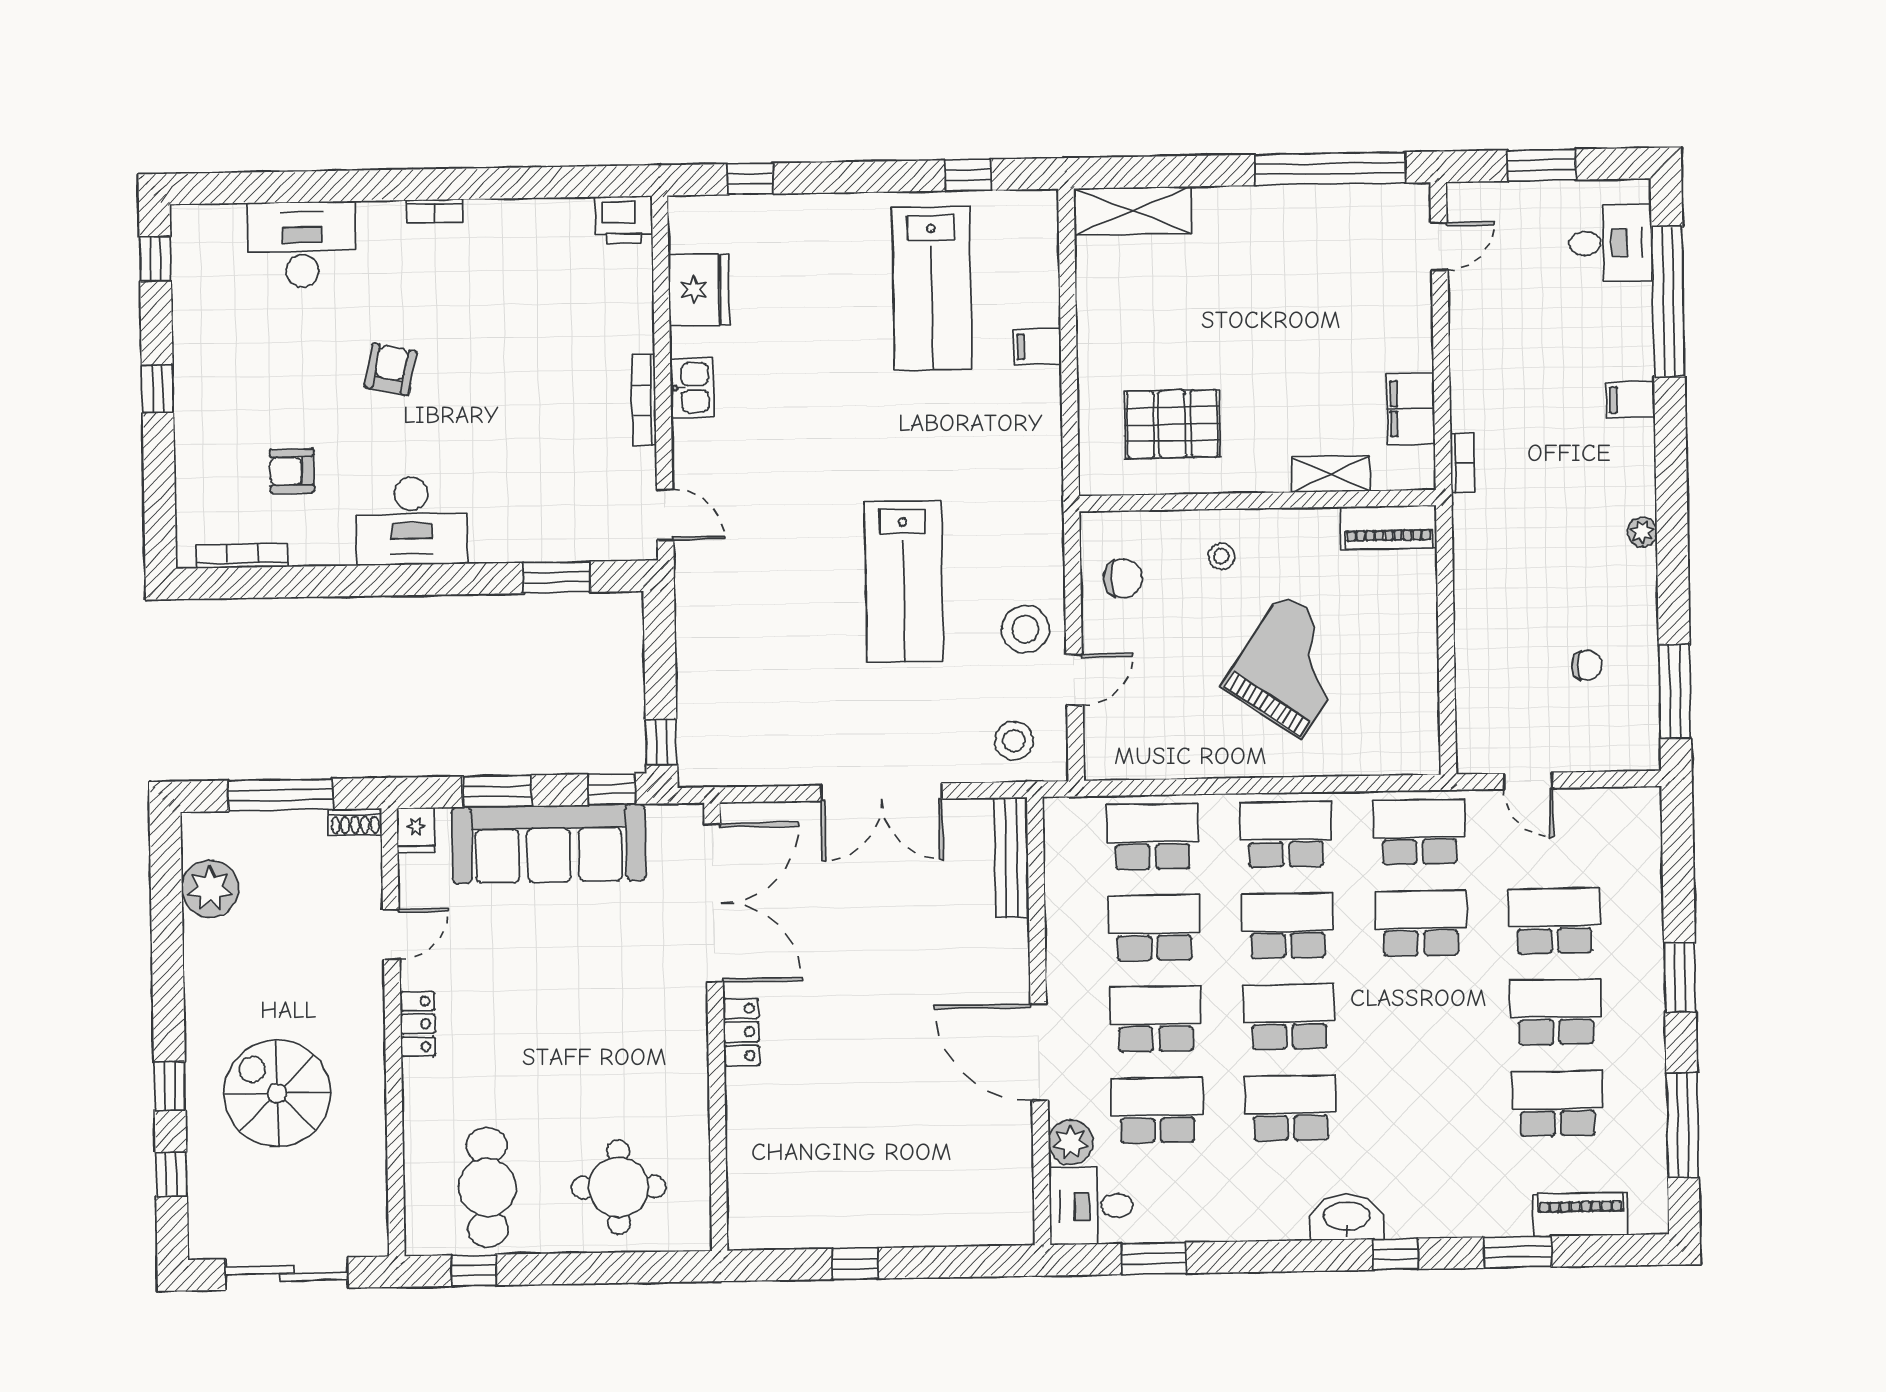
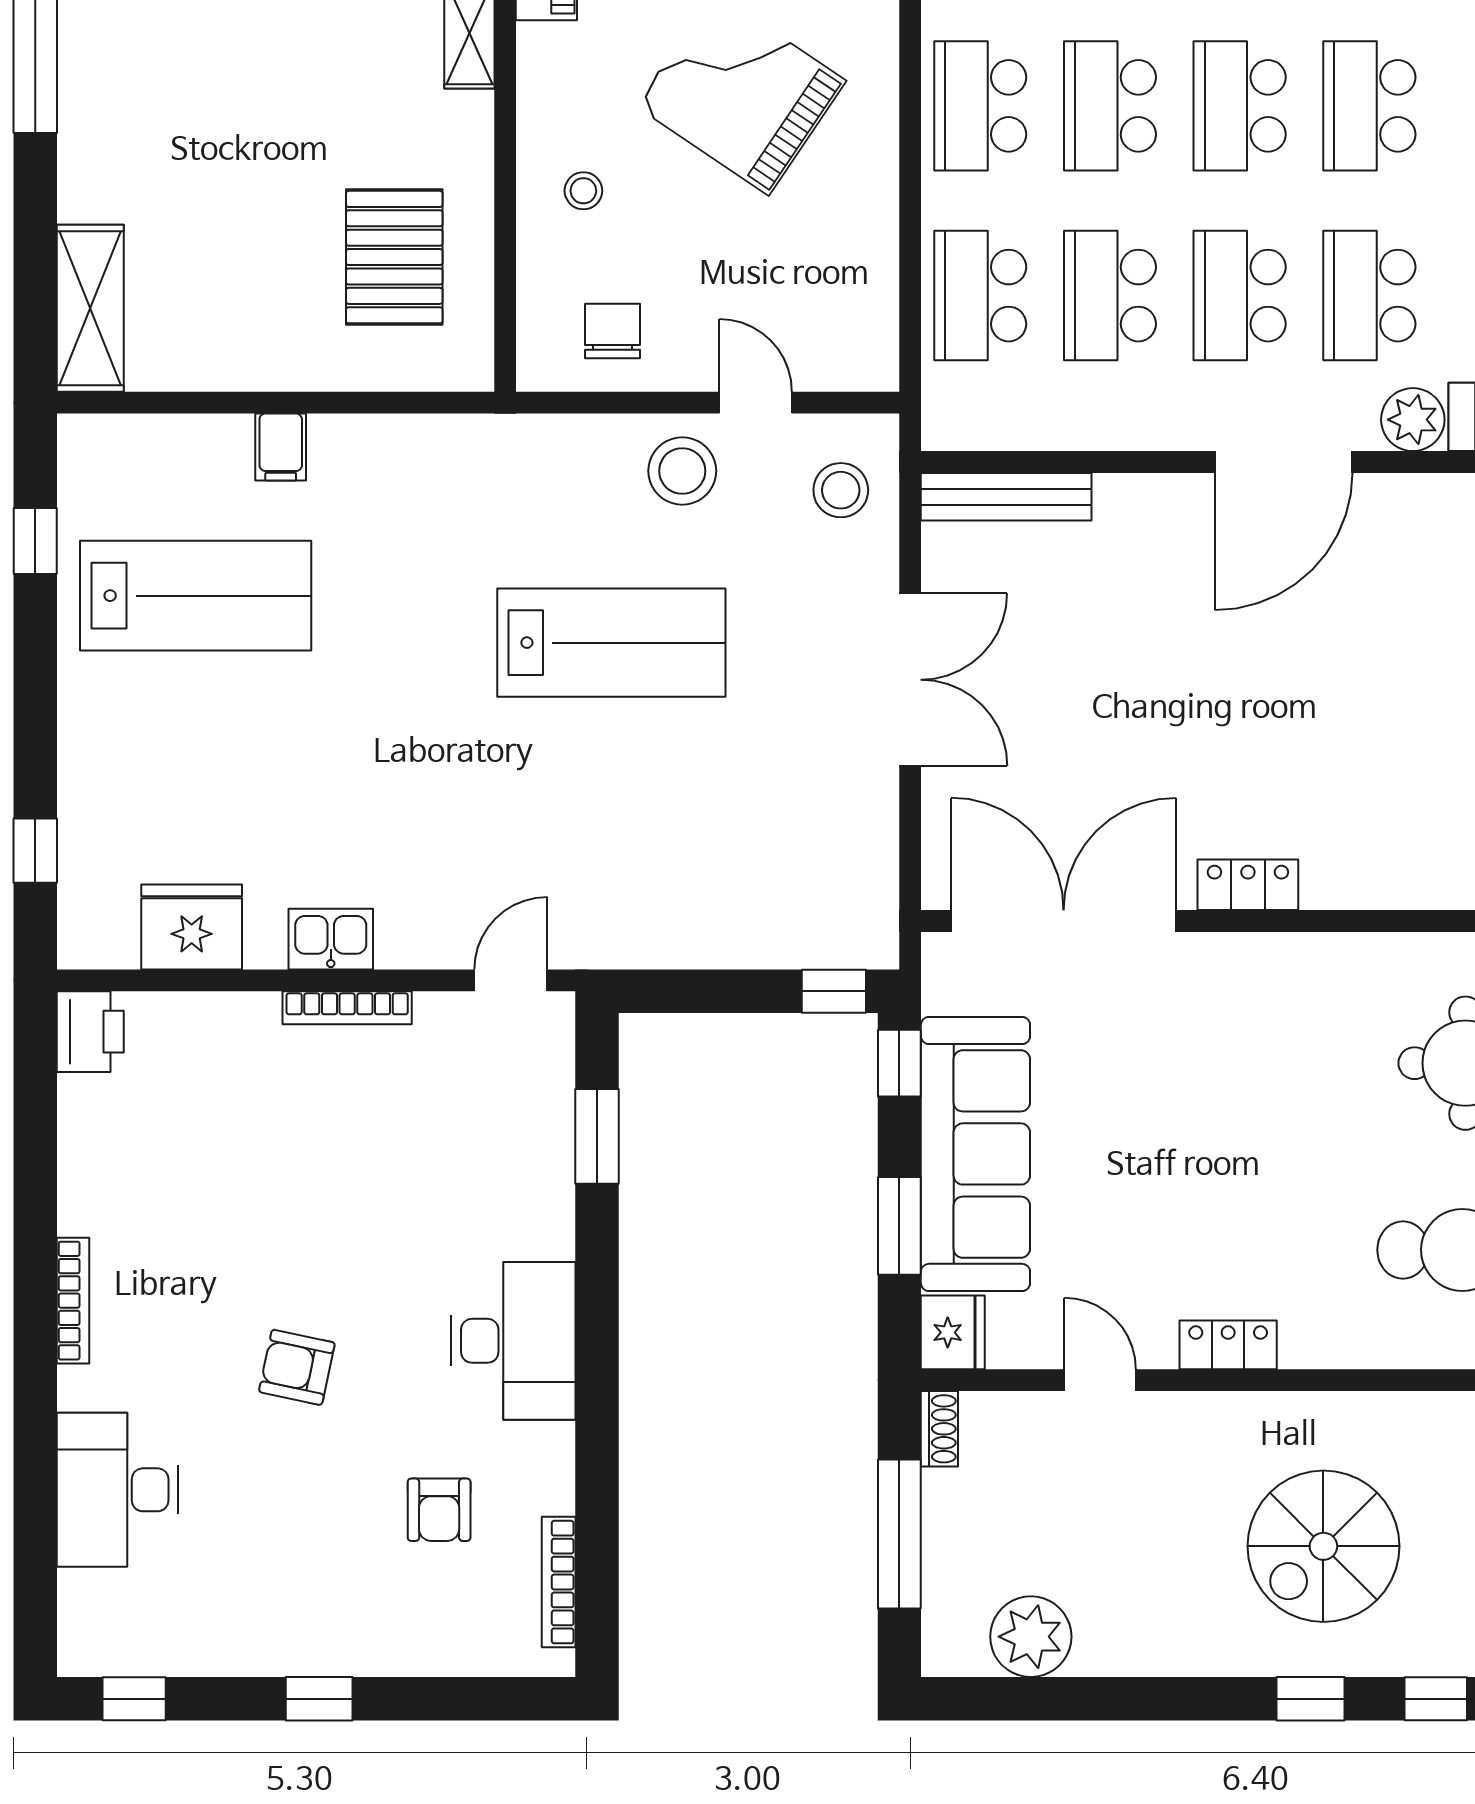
bookcase: (435, 211) -> (73, 1301), width x1.56
fridge: (416, 830) -> (953, 1332), width x1.38

